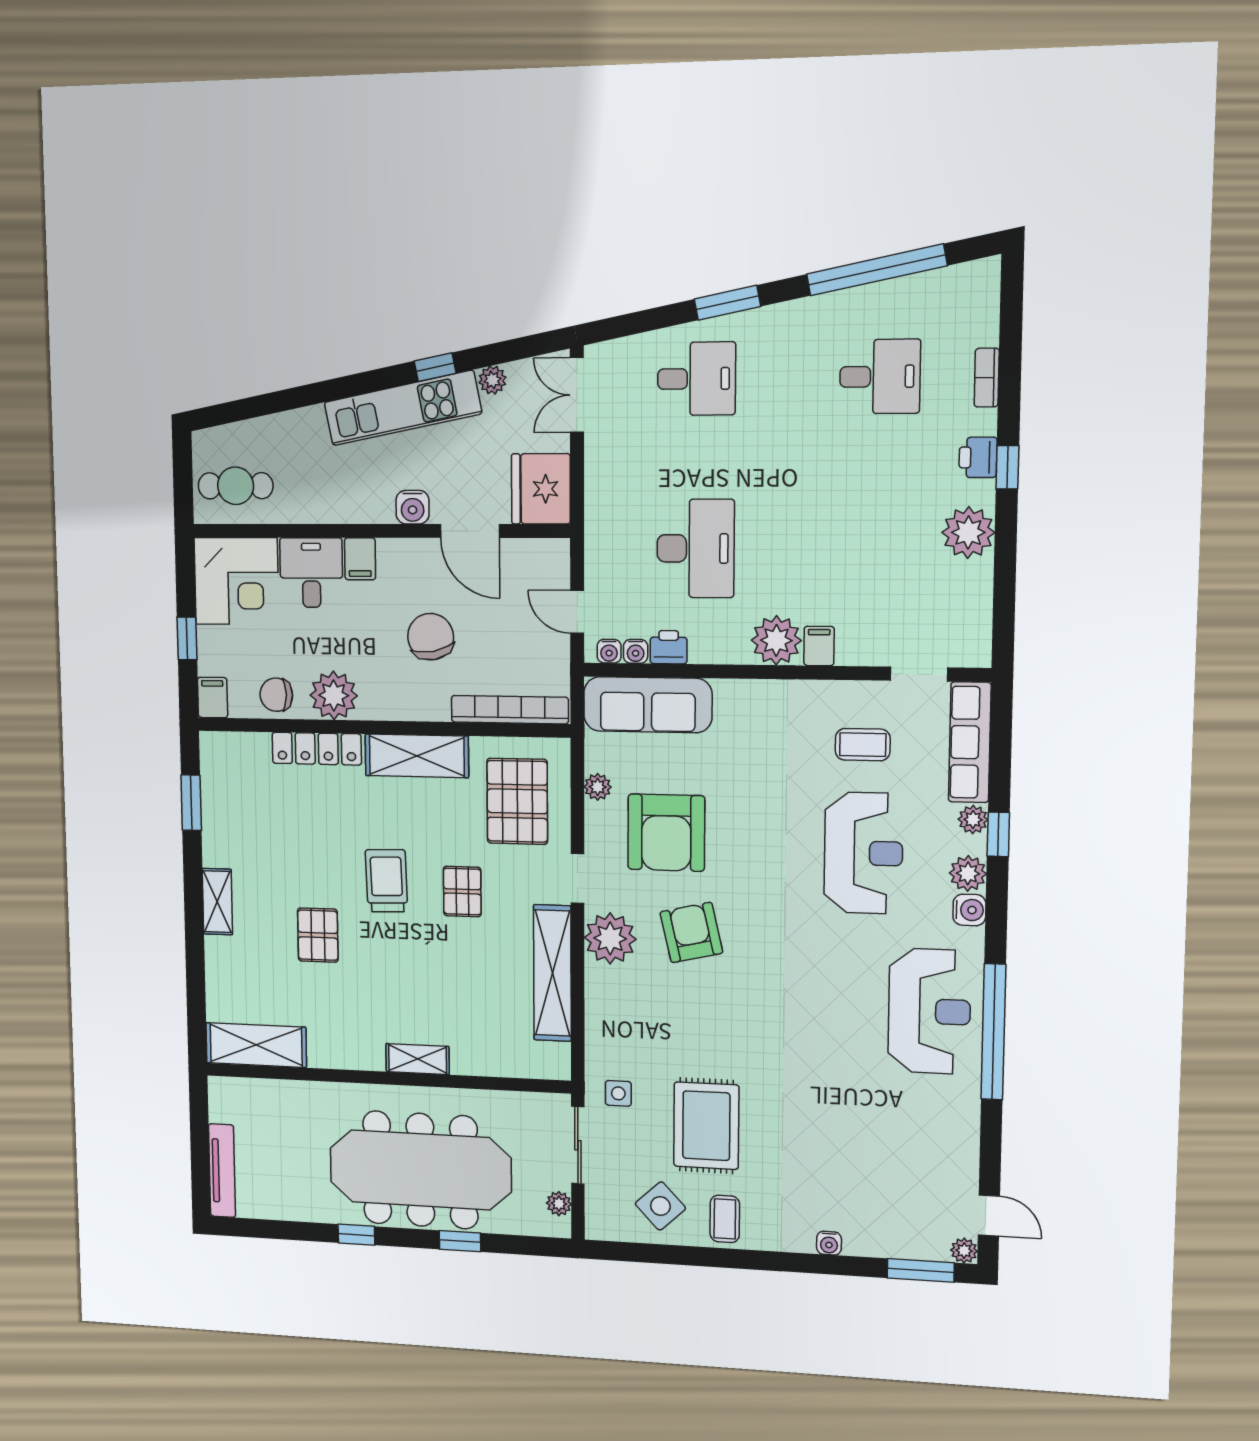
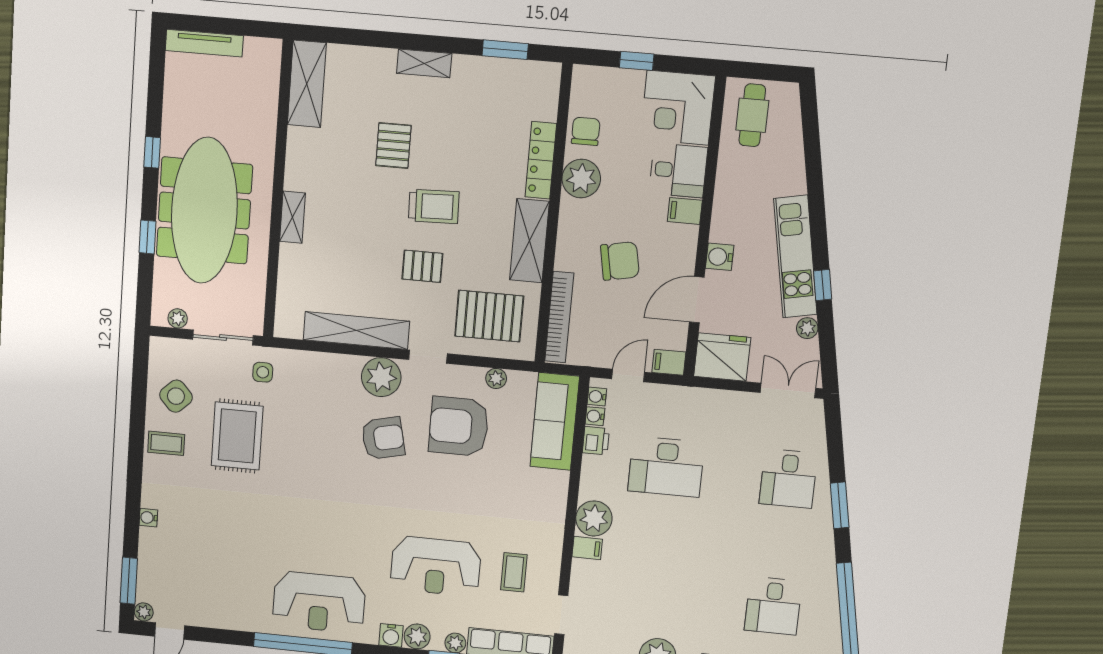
filing cabinet: (213, 698) -> (669, 362), moved, turned 180
pallet: (318, 935) -> (393, 145), turned 90
rug: (706, 1126) -> (237, 436), turned 90

